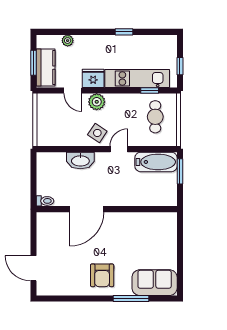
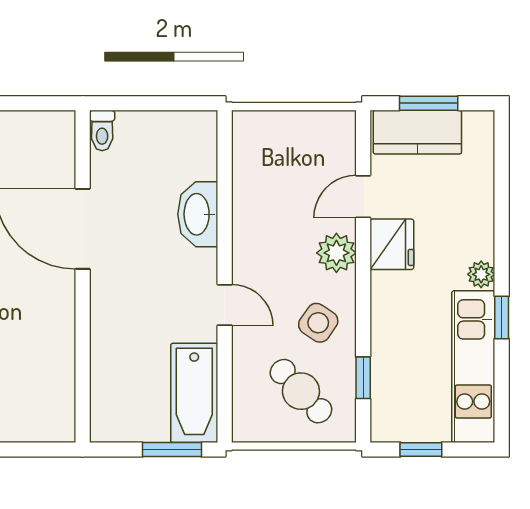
plant: (68, 41) -> (481, 274), moved
kitchen unit: (137, 79) -> (473, 367), moved, turned 180
cafe table: (155, 117) -> (301, 391), turned 47
side table: (97, 133) -> (318, 323), moved

